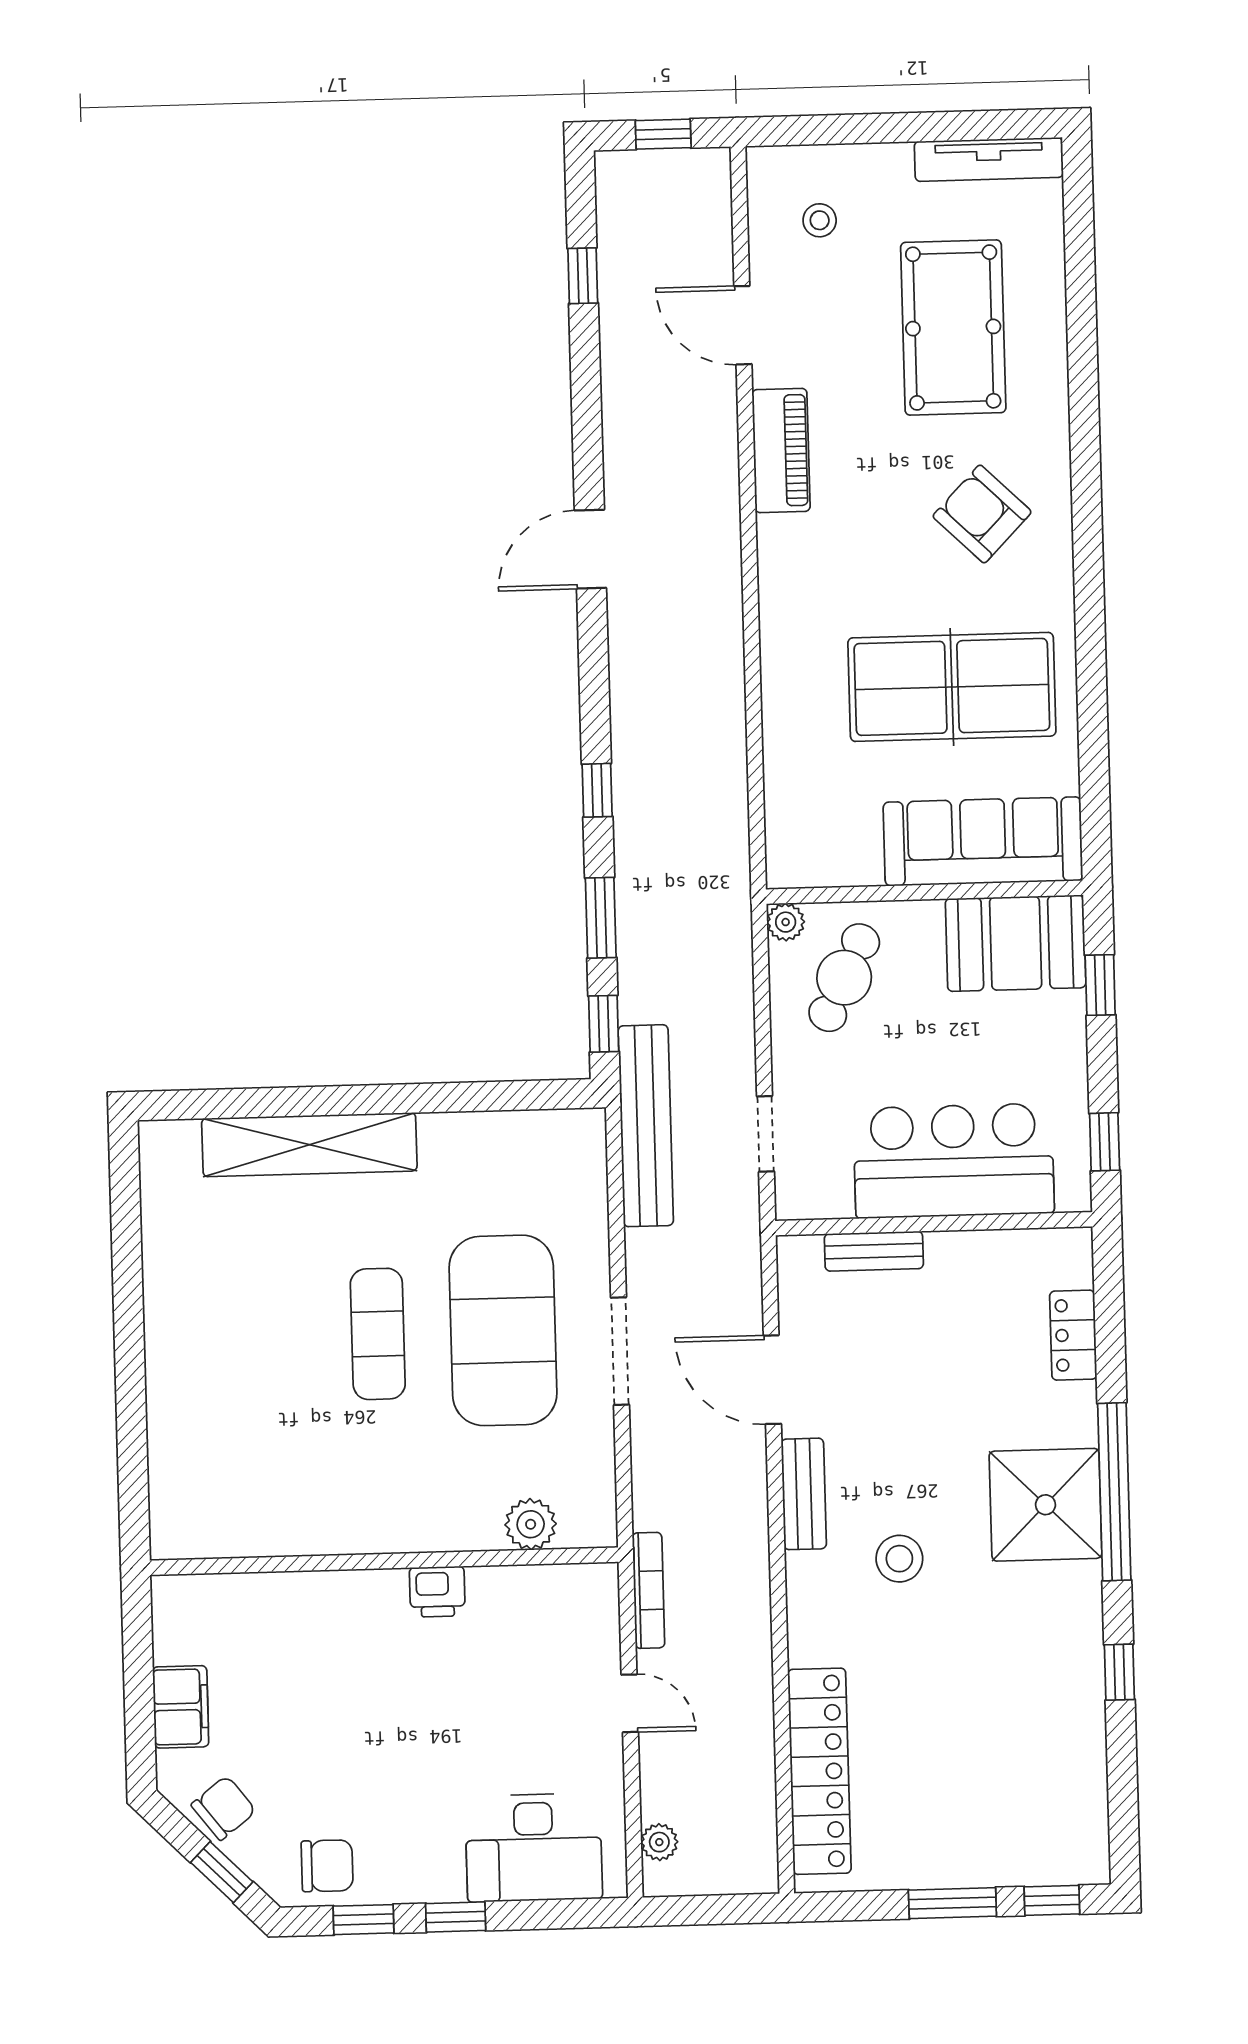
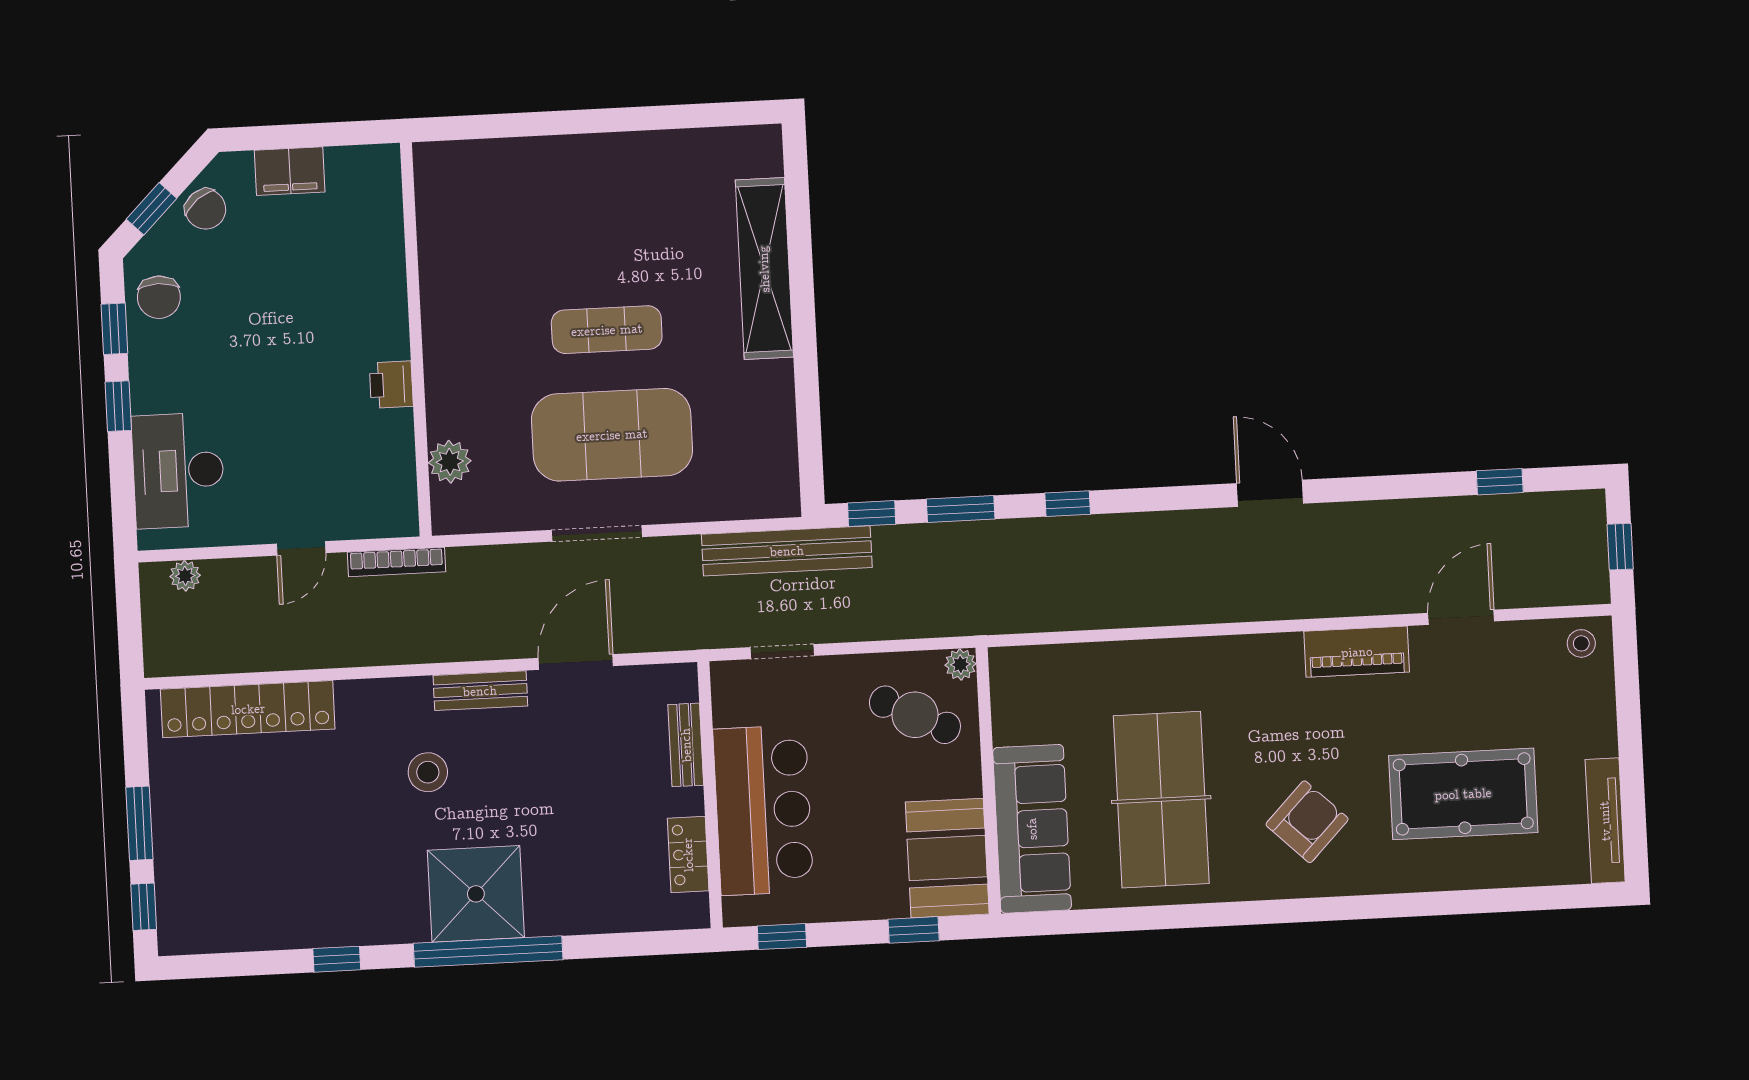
stool: (820, 220) -> (1581, 643), moved
locker: (1073, 1335) -> (688, 855), moved, turned -90

